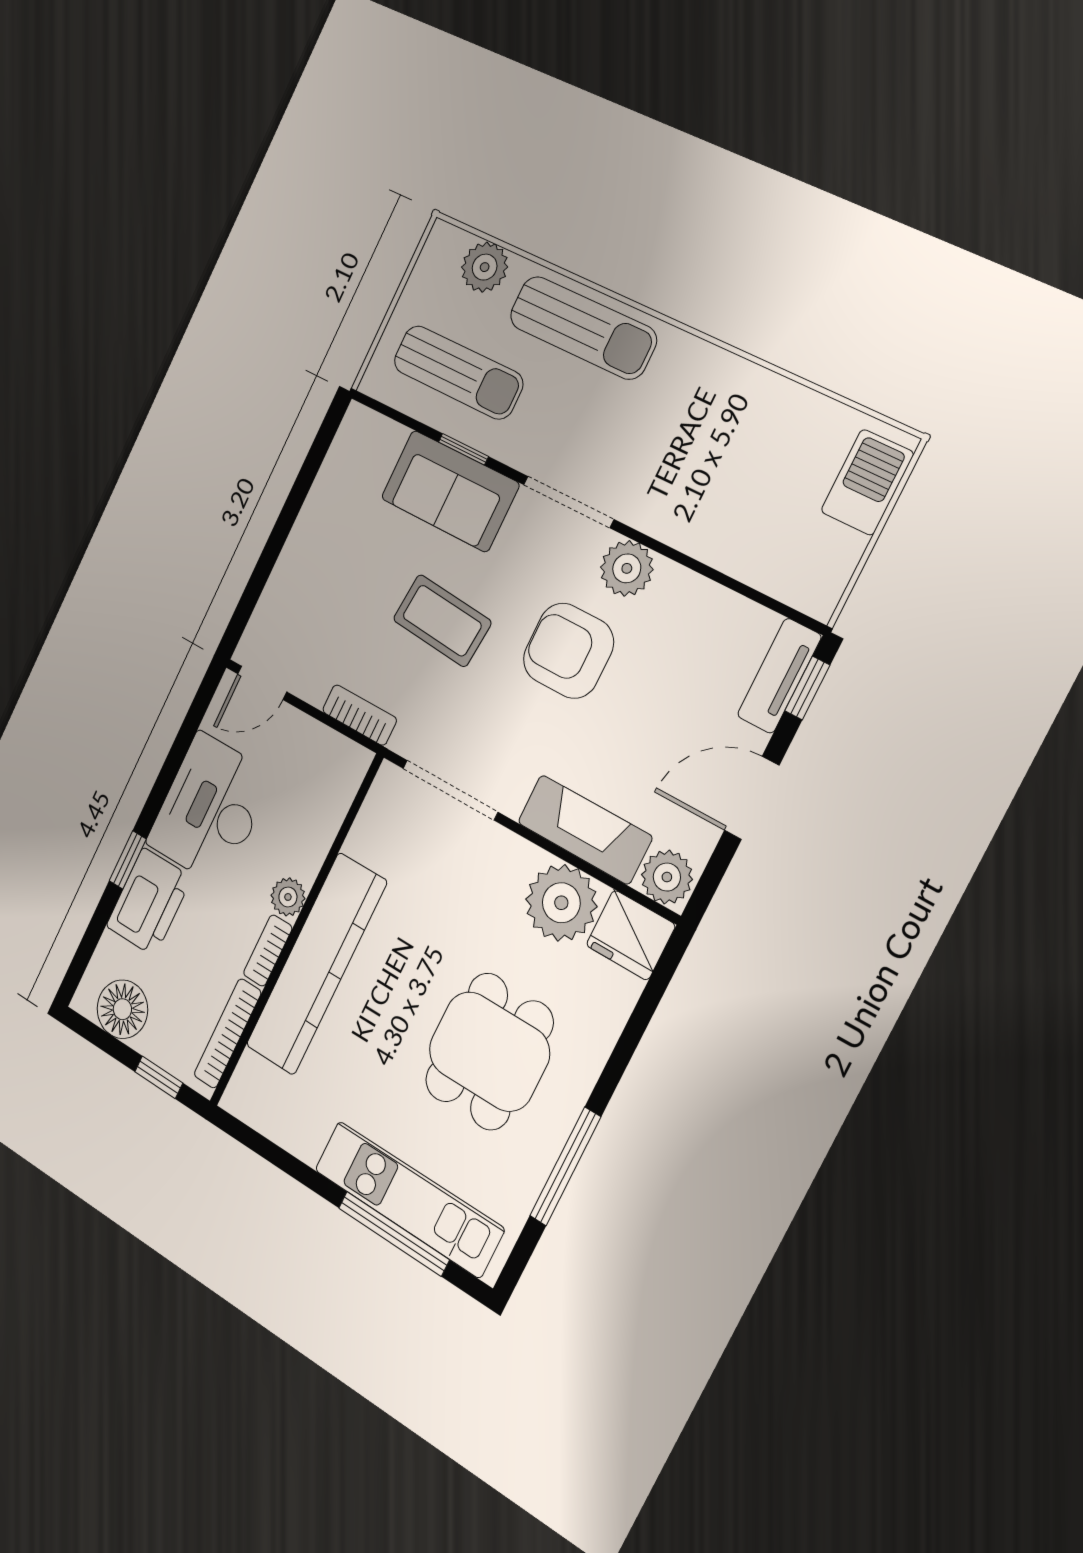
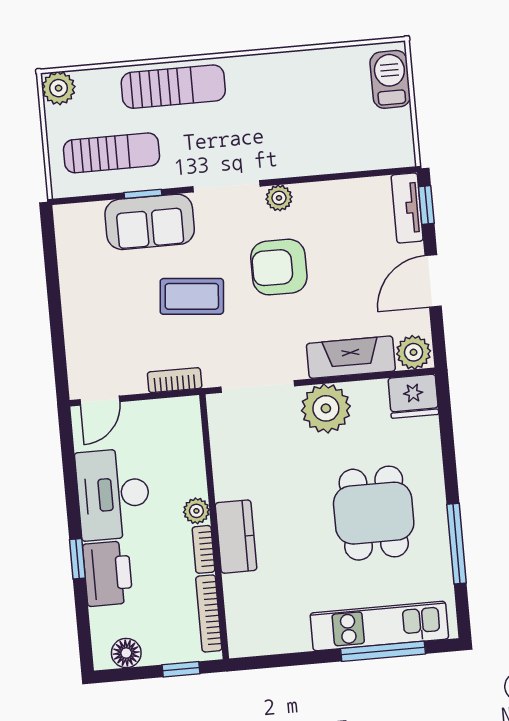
plant: (485, 267) -> (59, 88), moved
plant: (627, 568) -> (279, 198), width x0.73, depth x0.73
plant: (561, 903) -> (326, 408), moved
kitchen counter: (316, 964) -> (236, 537), width x0.48, depth x0.86
floor lamp: (122, 1009) -> (126, 653), width x0.73, depth x0.73

